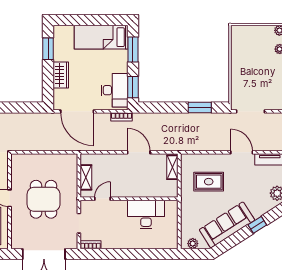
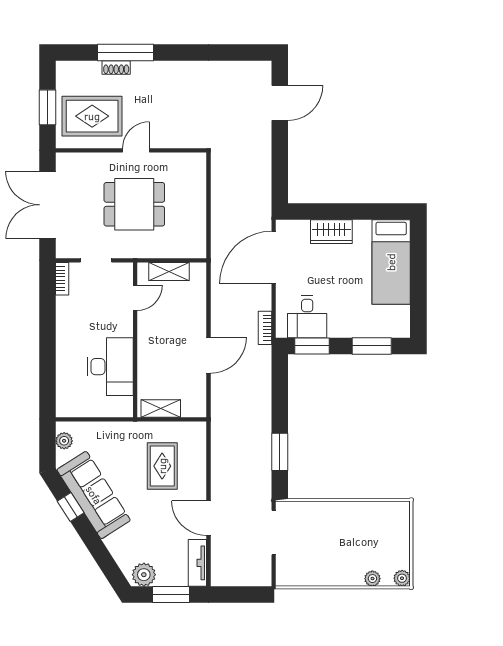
bed: (101, 37) -> (391, 262), moved, turned 180
window: (48, 49) -> (373, 211), removed
desk: (115, 90) -> (307, 317), width x0.73
door: (242, 152) -> (208, 518), swing flipped
shelving: (172, 167) -> (161, 408), moved
door: (103, 199) -> (135, 298), hinge flipped
window: (257, 225) -> (71, 507), moved

